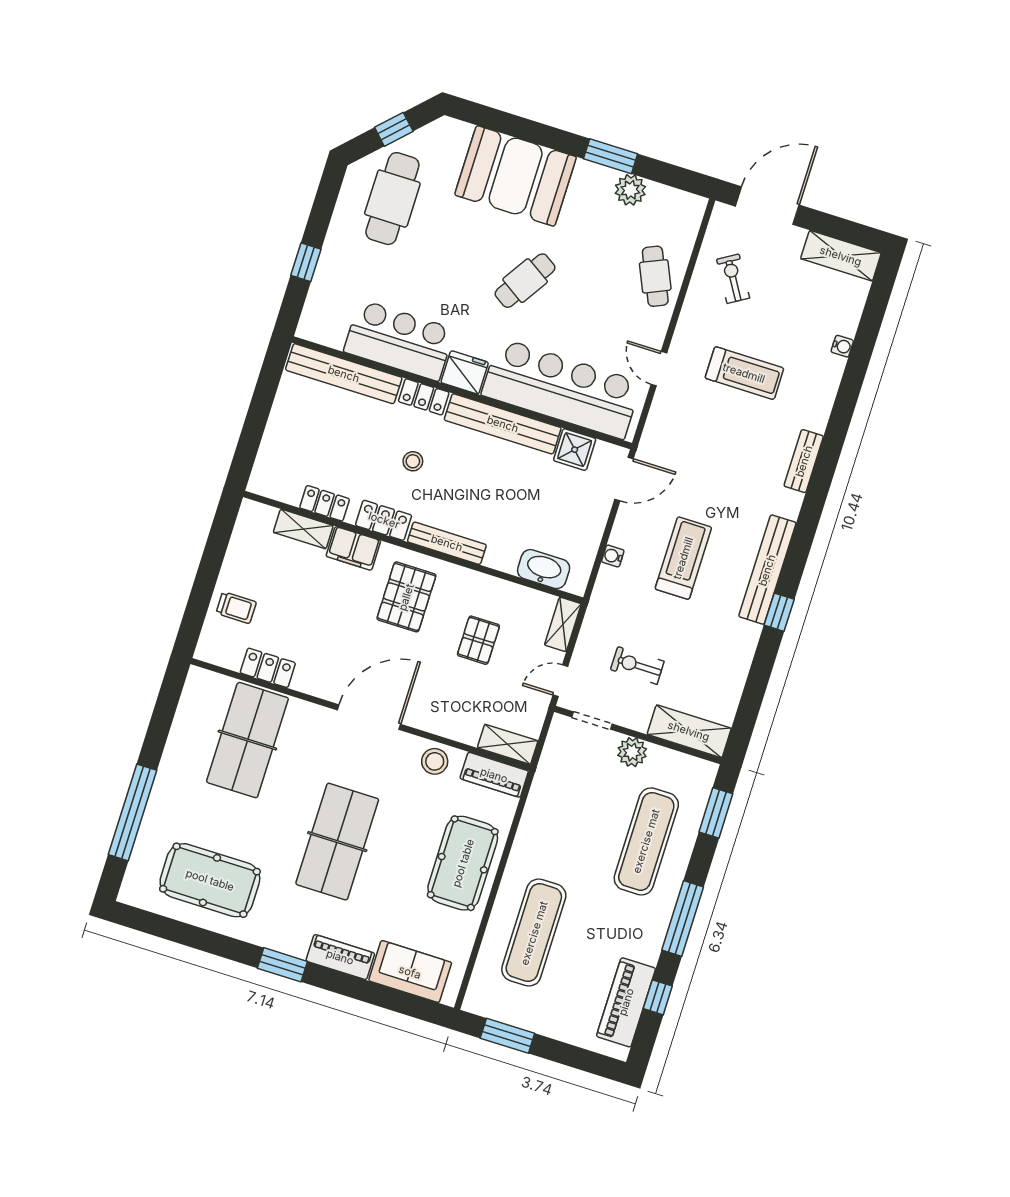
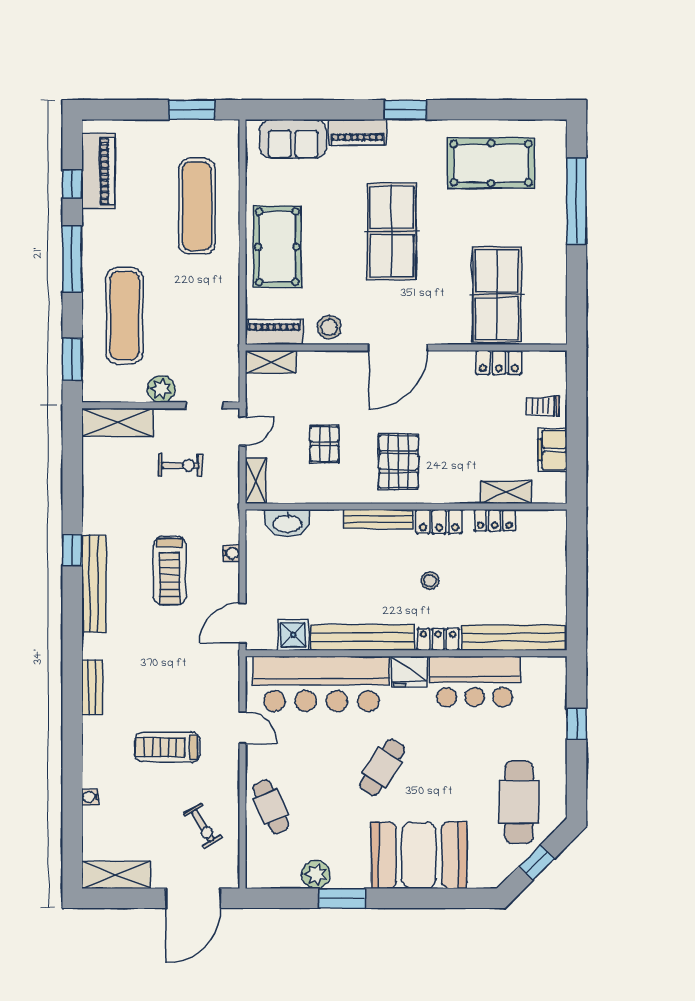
filing cabinet: (353, 548) -> (553, 450), moved, turned -90

